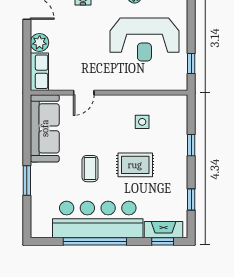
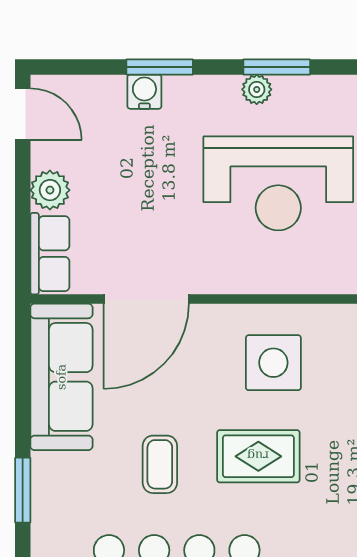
door: (84, 93) -> (146, 299), width x1.88
side table: (142, 122) -> (273, 363), width x1.87, depth x1.87

